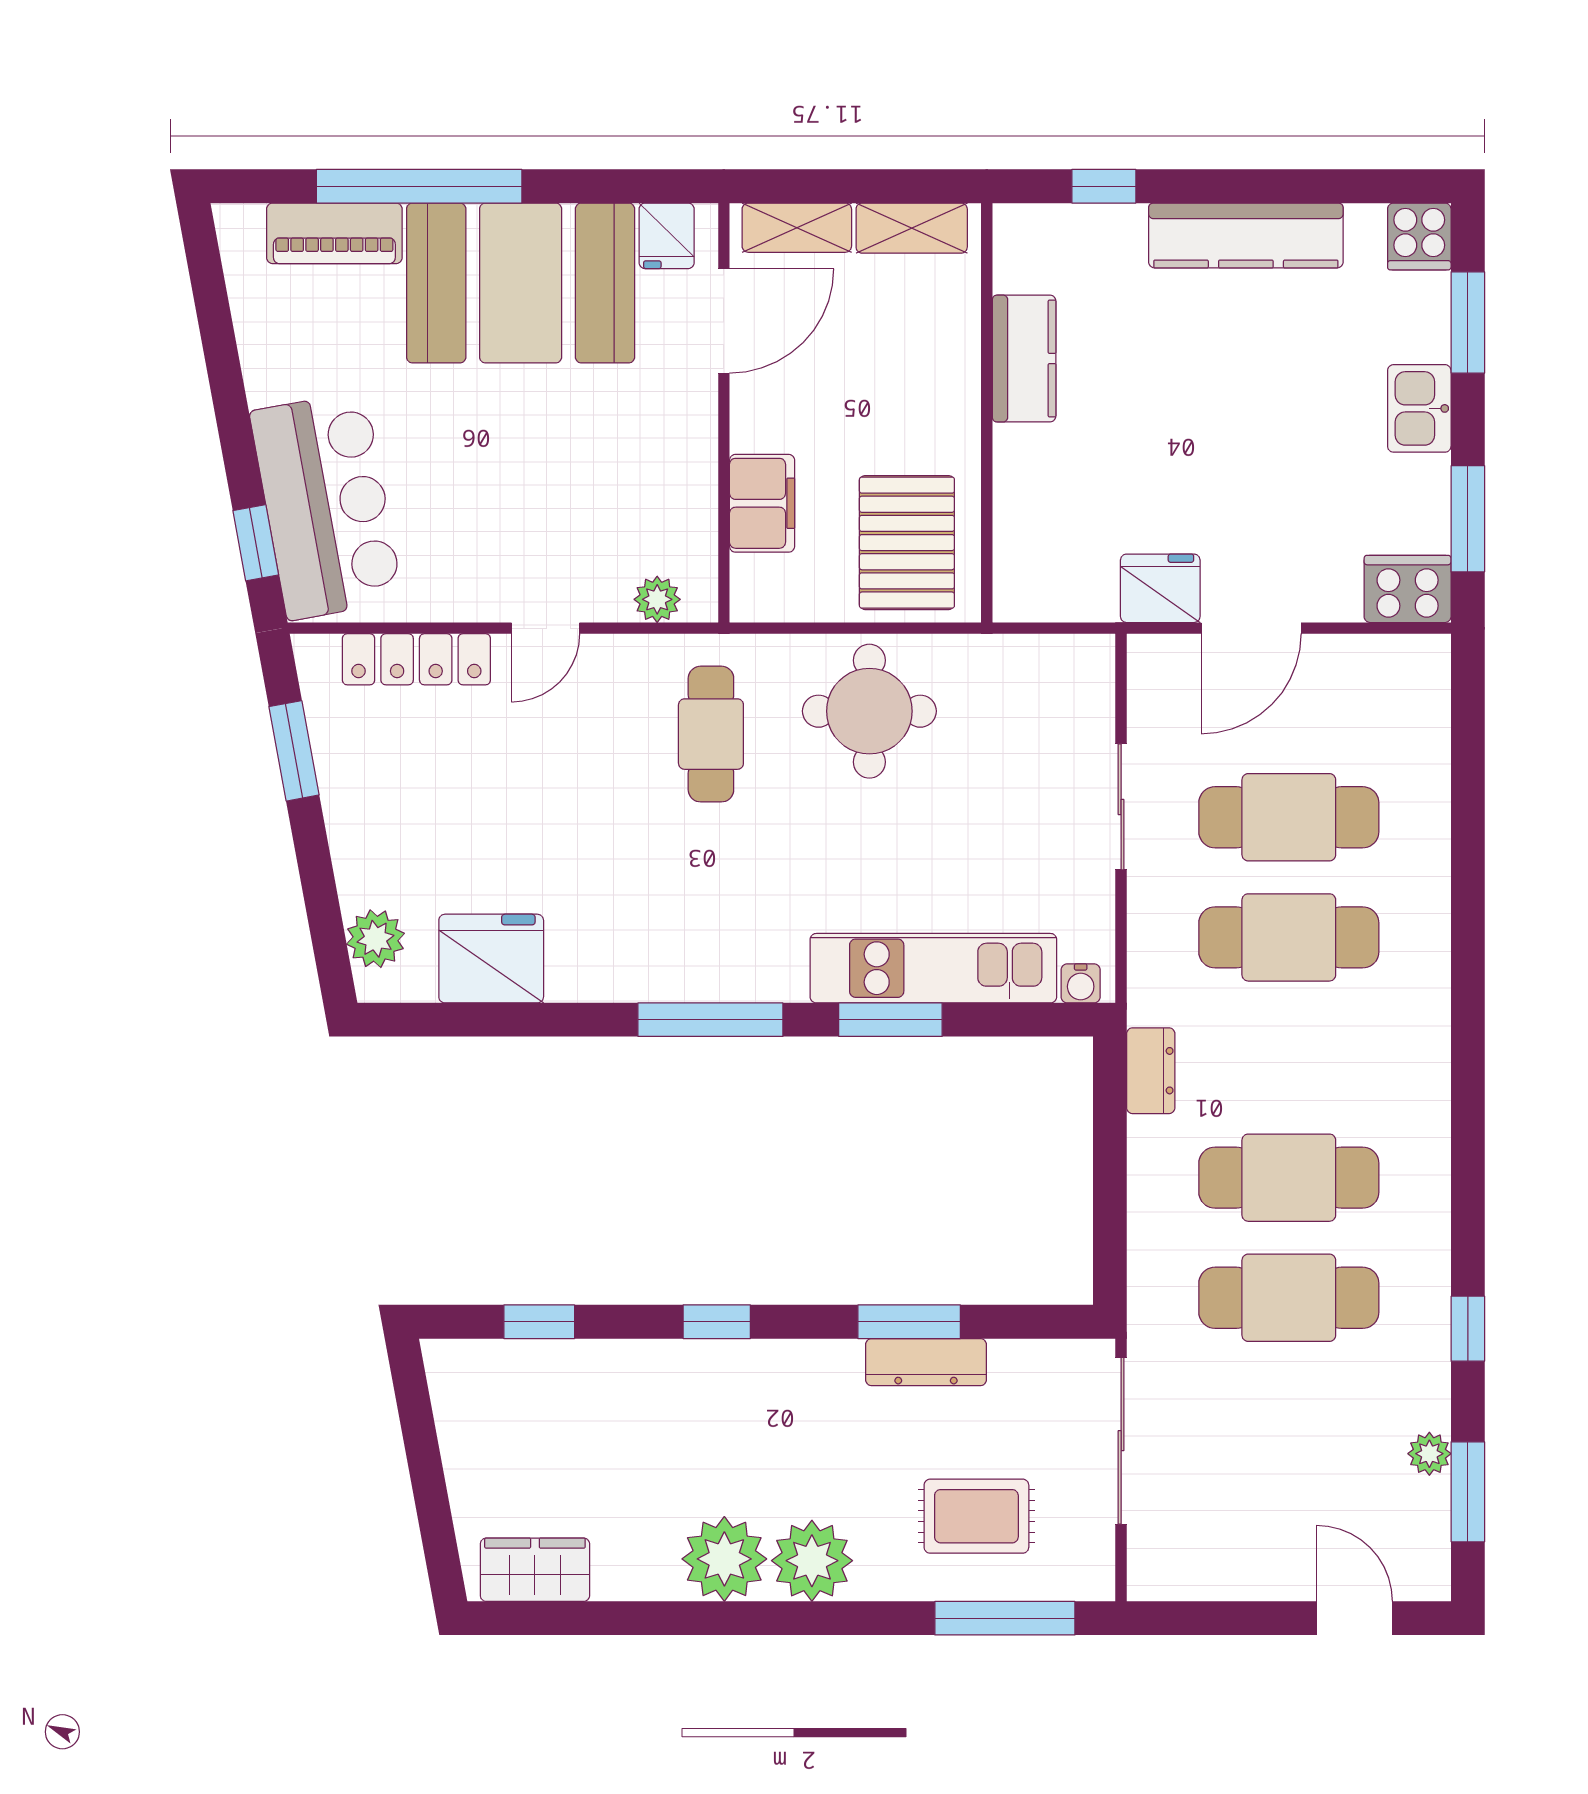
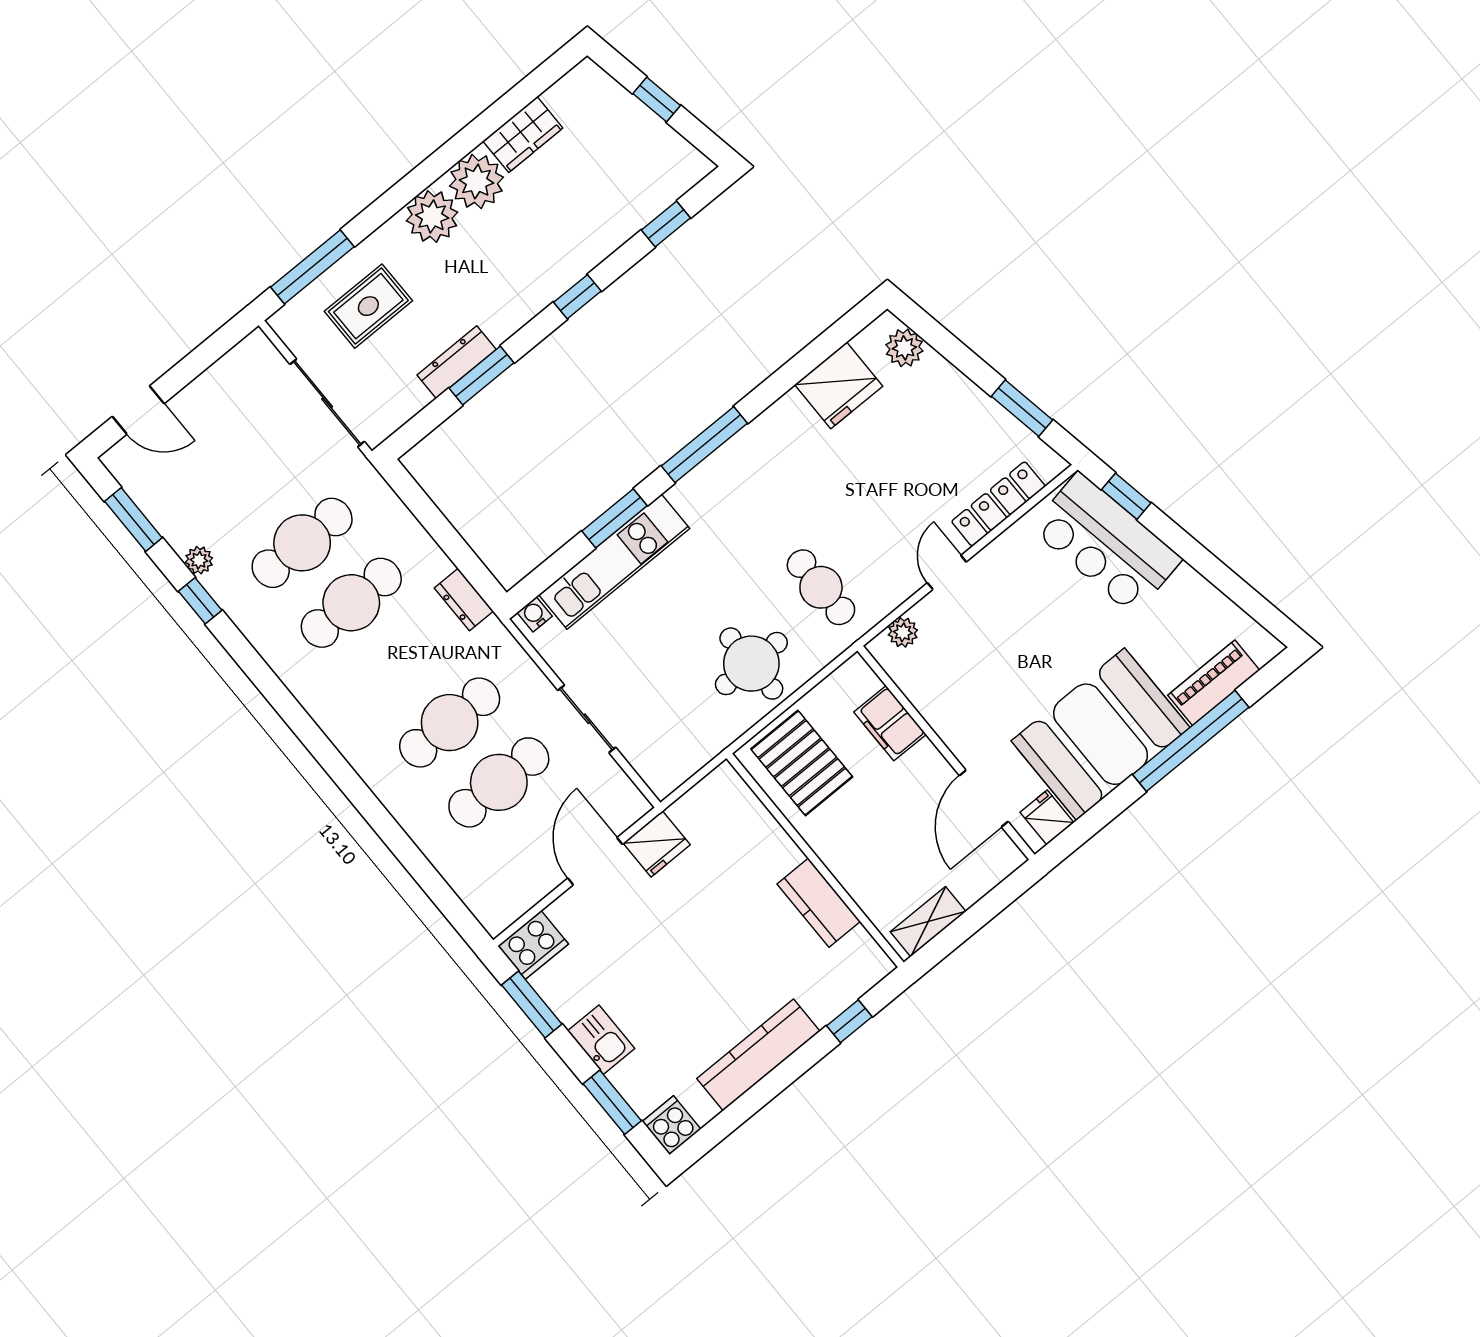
shelving: (797, 228) -> (986, 875), removed
plant: (1429, 1454) -> (199, 560), moved
window: (428, 1480) -> (657, 99), added
wardrobe: (535, 1570) -> (523, 135), moved

